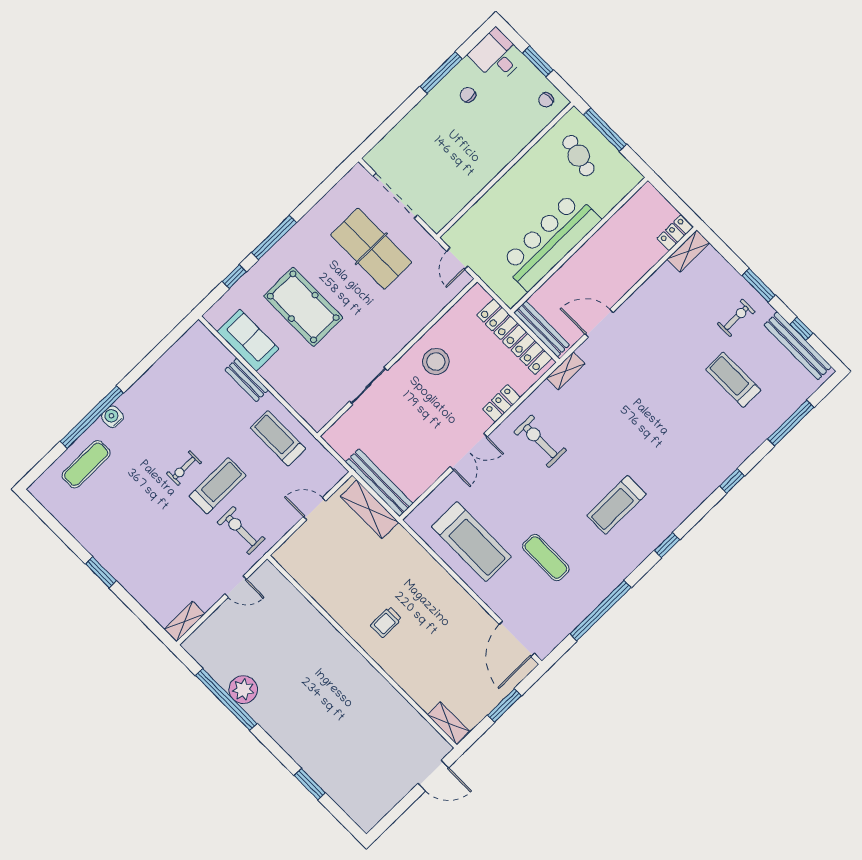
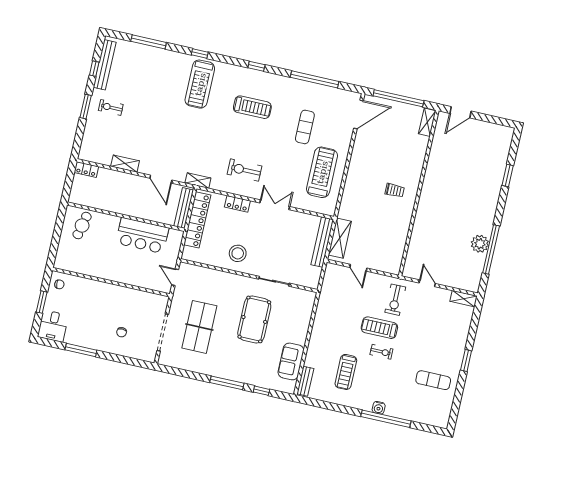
chair: (468, 95) -> (122, 332), moved
window: (605, 129) -> (55, 243), removed
cafe table: (579, 156) -> (82, 226), moved
bar counter: (550, 241) -> (142, 236), width x0.73
shelving: (688, 251) -> (125, 164), moved
door: (457, 259) -> (175, 277), swing flipped
pool table: (303, 307) -> (254, 319), moved
bench: (247, 380) -> (305, 381), moved
treadmill: (733, 380) -> (200, 84), moved, width x1.37, depth x1.38
treadmill: (278, 438) -> (346, 372), moved
exercise bike: (540, 441) -> (244, 170), turned 90
exercise mat: (86, 464) -> (433, 380), moved
window: (504, 705) -> (398, 98), width x2.11
door: (433, 776) -> (461, 112), swing flipped

